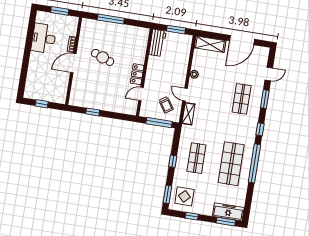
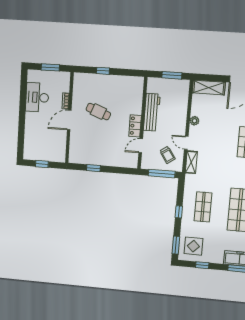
window: (111, 19) -> (103, 71), width x0.46
workbench: (157, 43) -> (152, 112), moved, width x1.38

